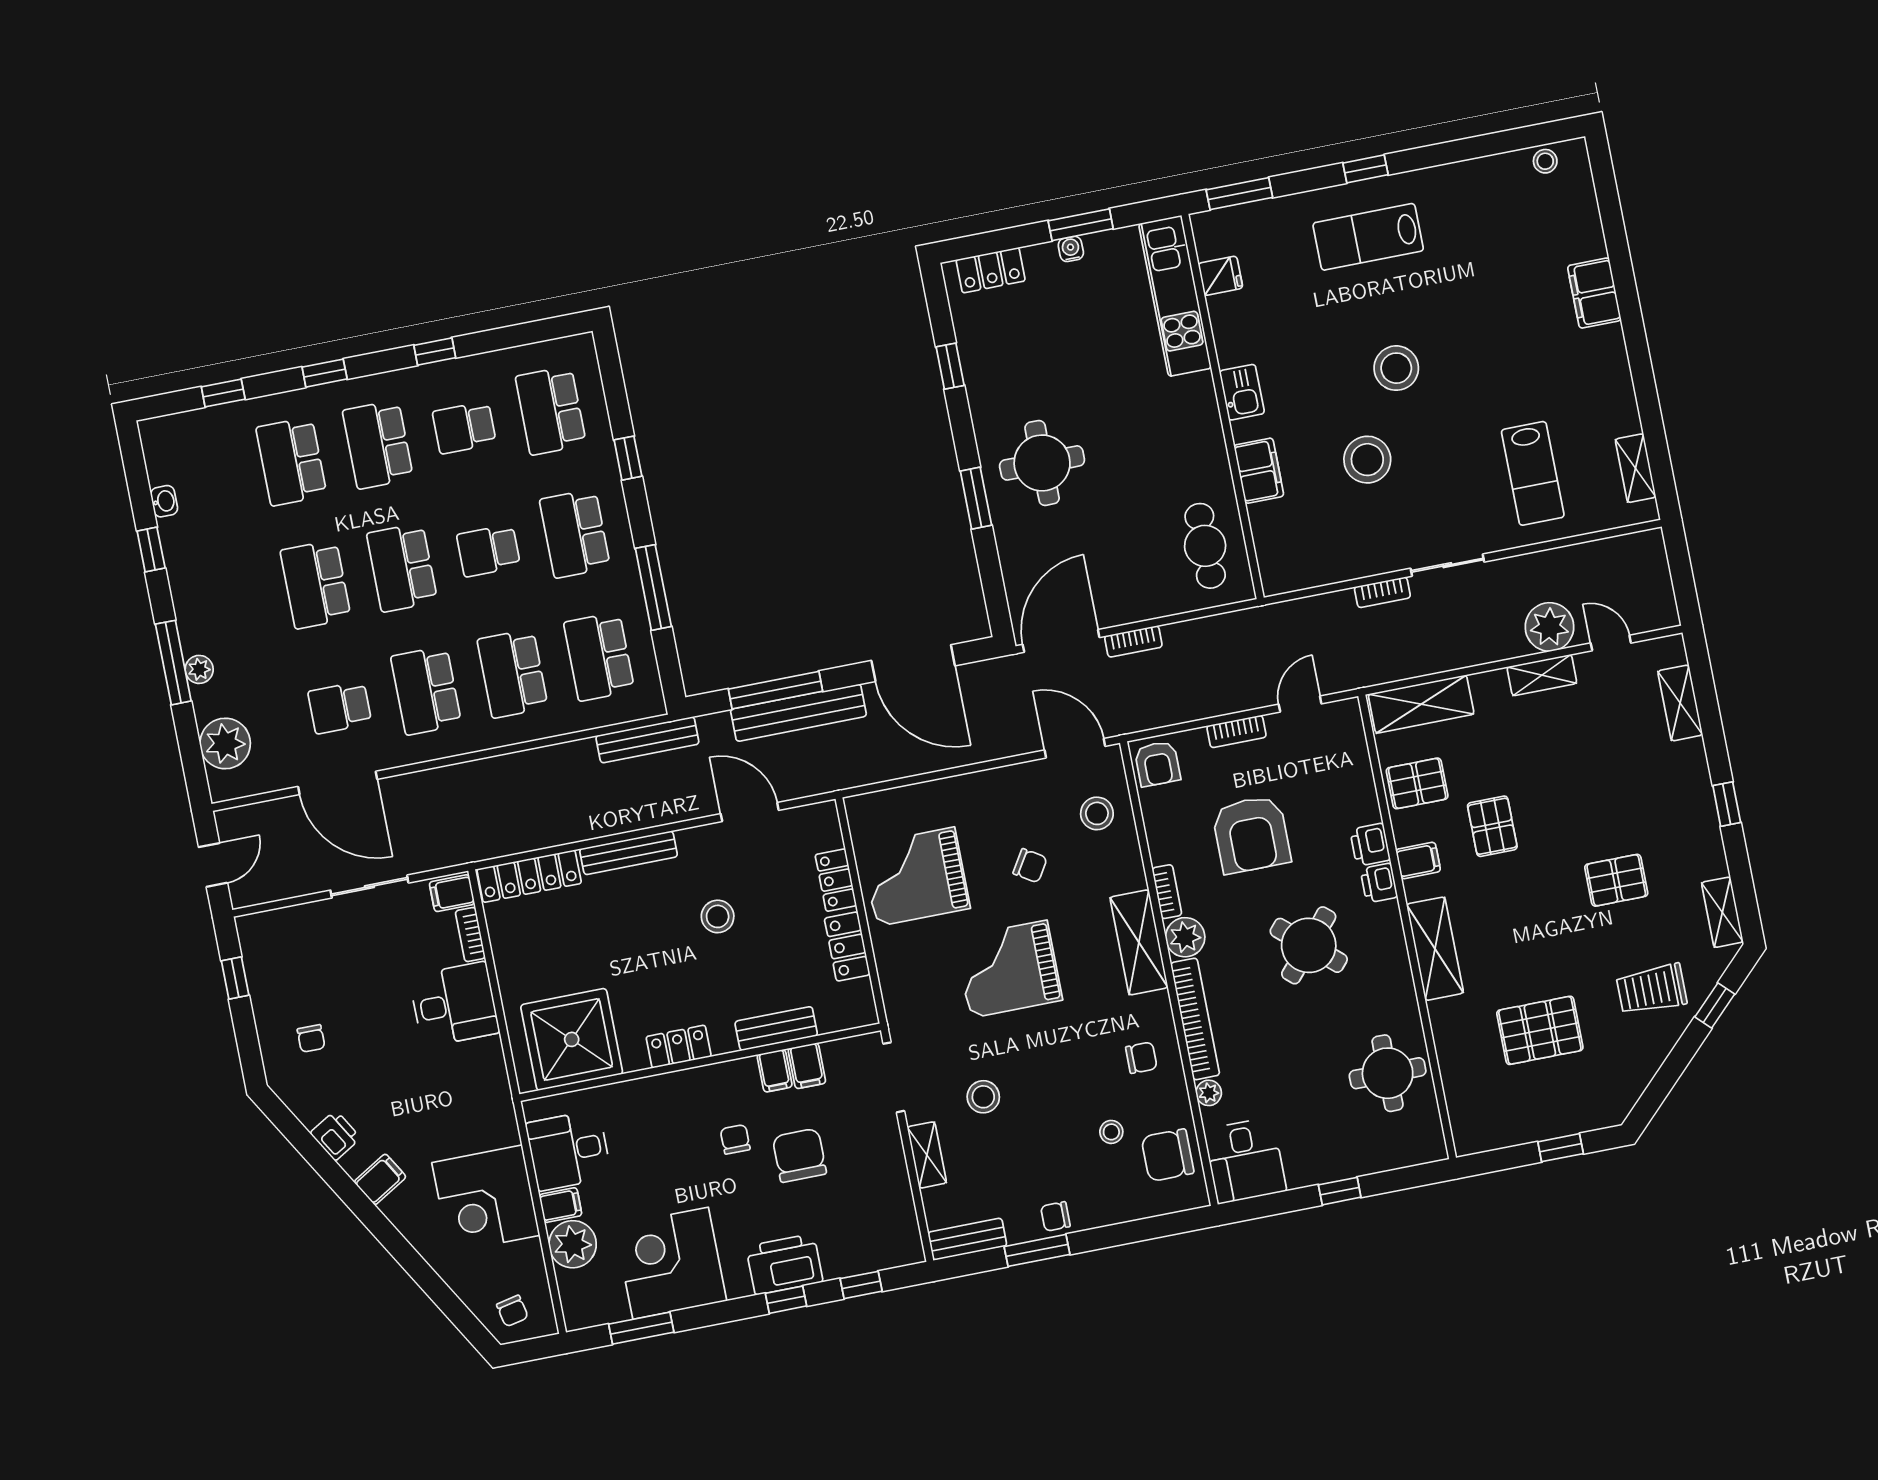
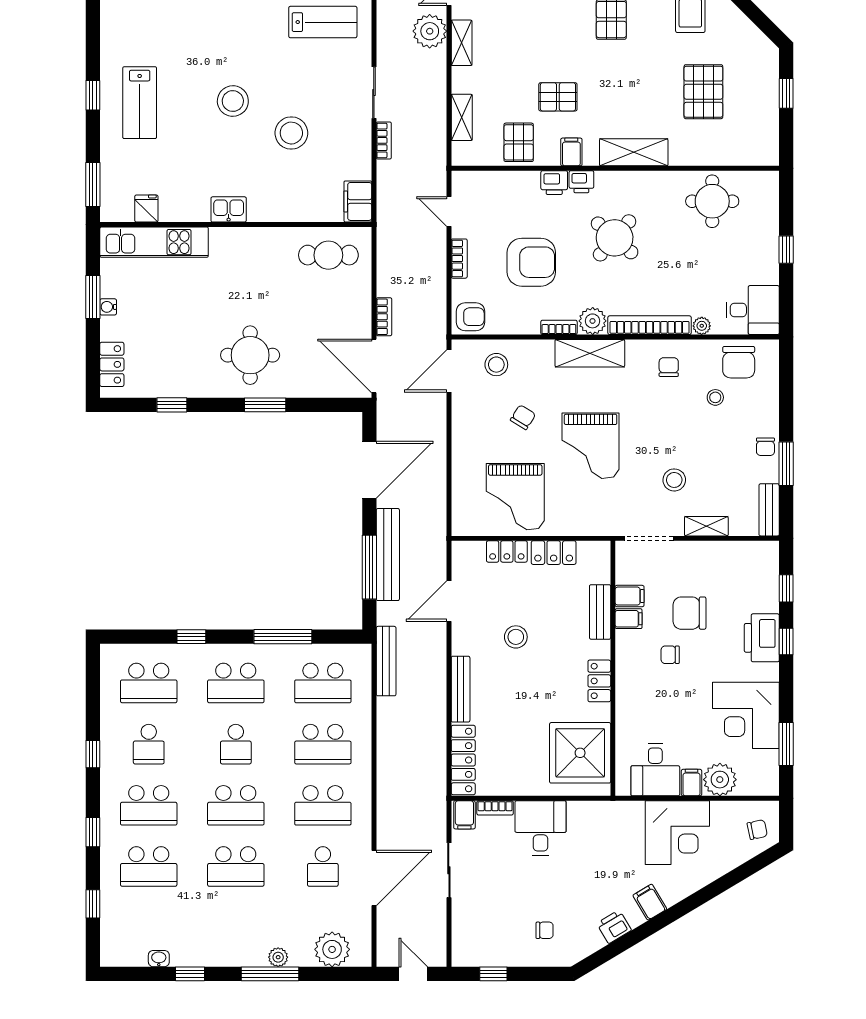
filing cabinet: (1259, 471) -> (358, 201), moved, turned -90
shelving: (1421, 704) -> (462, 117), width x0.67, depth x0.75

